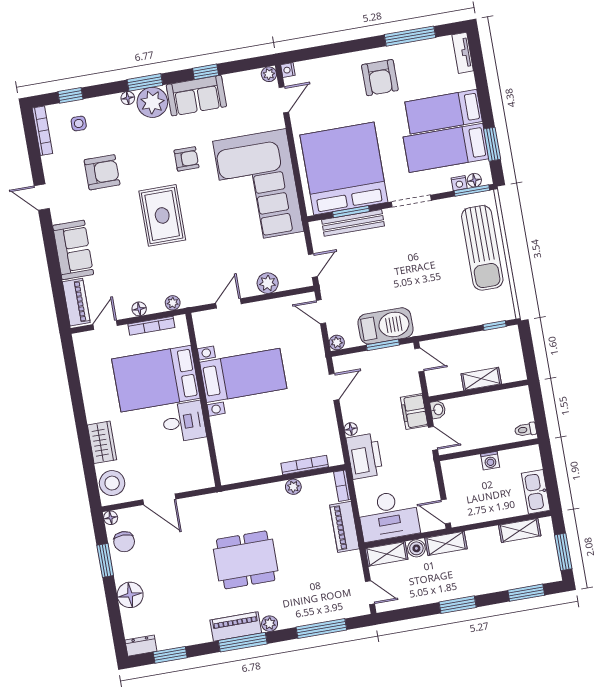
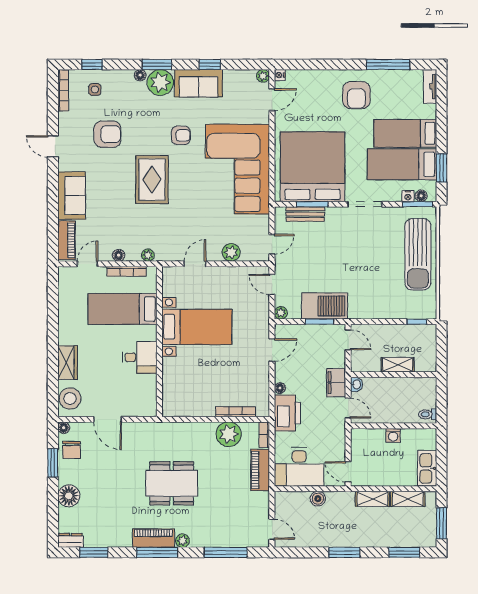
bench: (353, 223) -> (305, 214), width x0.73
bed: (156, 379) -> (123, 309), width x0.67
plant: (293, 487) -> (229, 434), width x1.87, depth x1.87
shelving: (446, 543) -> (372, 499), moved
shelving: (387, 554) -> (292, 499), removed

